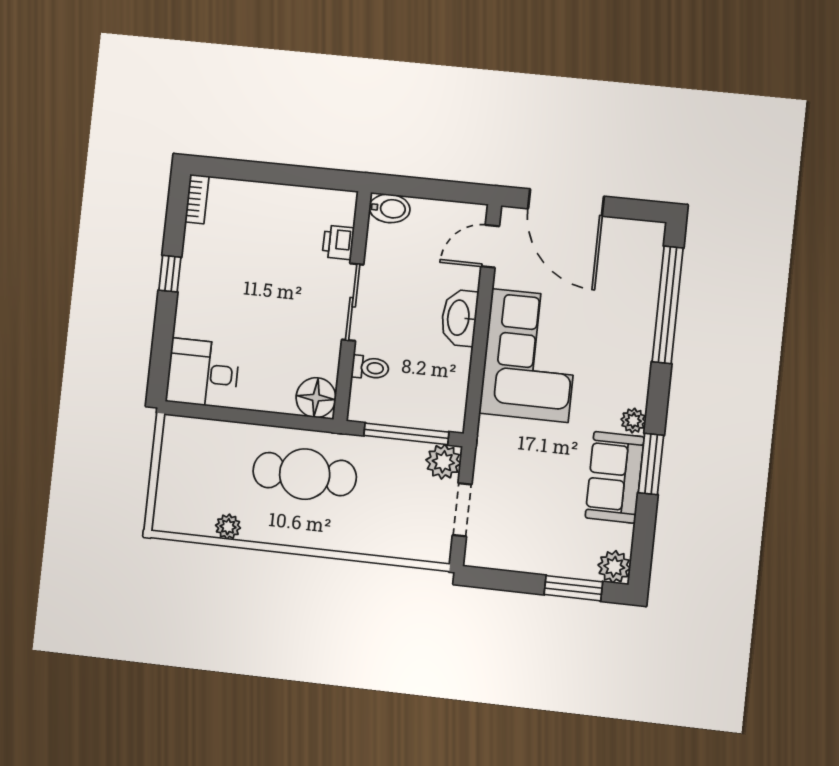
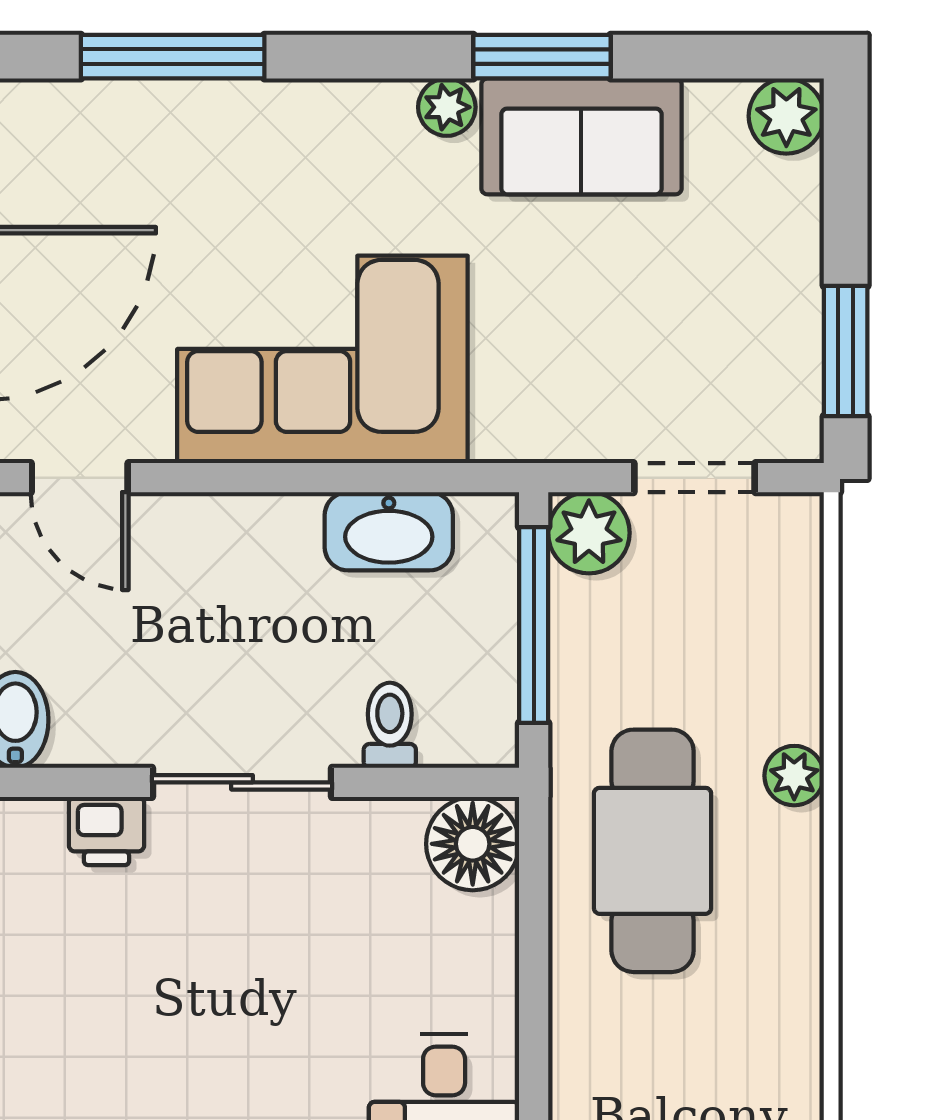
window: (668, 305) -> (173, 57), width x0.68
washbasin: (459, 318) -> (389, 531), moved
plant: (228, 527) -> (794, 776), moved
window: (573, 588) -> (846, 351), moved

